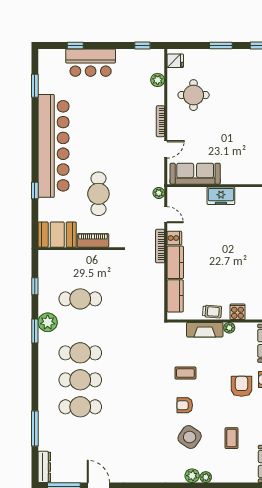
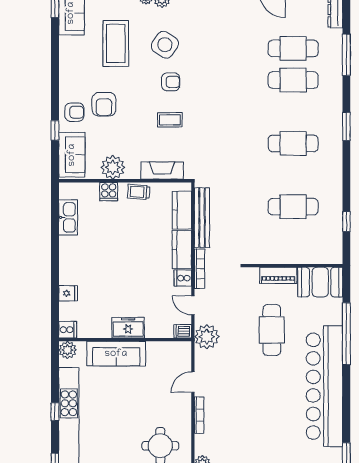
sofa: (195, 174) -> (116, 354), moved
window: (35, 191) -> (346, 334), width x3.17
plant: (159, 193) -> (207, 337), width x1.87, depth x1.87
dishwasher: (175, 193) -> (183, 331), added
bench: (158, 290) -> (202, 218), added
plant: (48, 322) -> (331, 179), removed
plant: (229, 328) -> (113, 167), width x1.88, depth x1.88
fireplace: (205, 330) -> (162, 171), moved
window: (35, 331) -> (346, 126), moved
cafe table: (80, 380) -> (293, 48), moved
coffee table: (232, 438) -> (116, 43), width x1.86, depth x1.72

